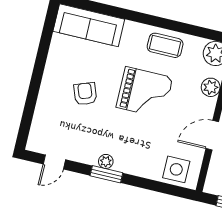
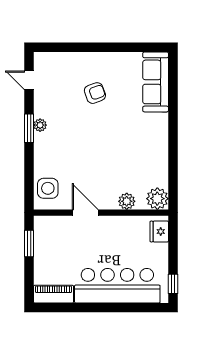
coffee table: (165, 45) -> (154, 153), removed
grand piano: (145, 92) -> (108, 145), removed

